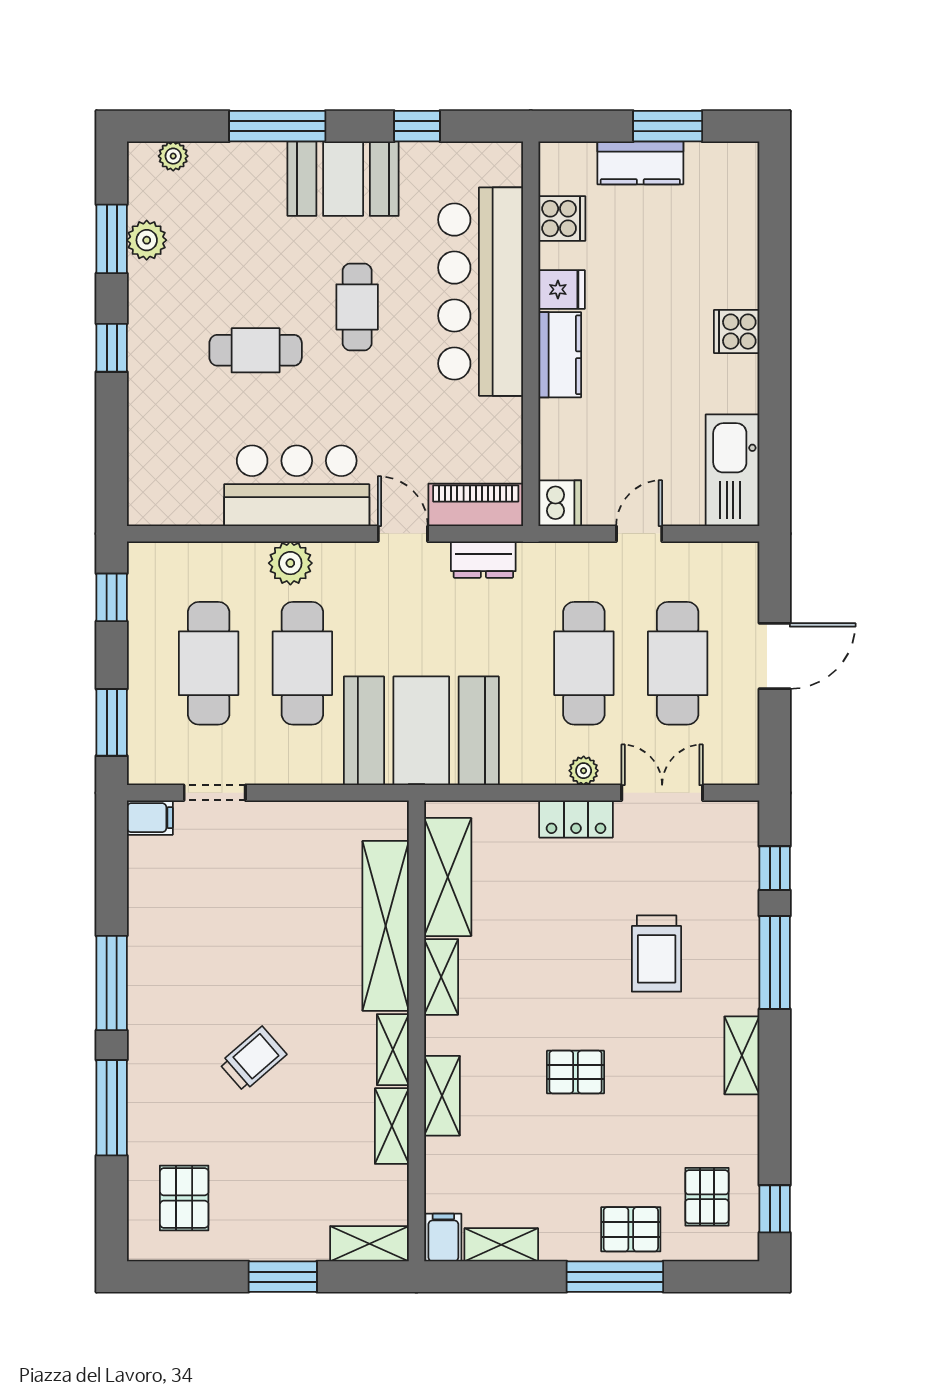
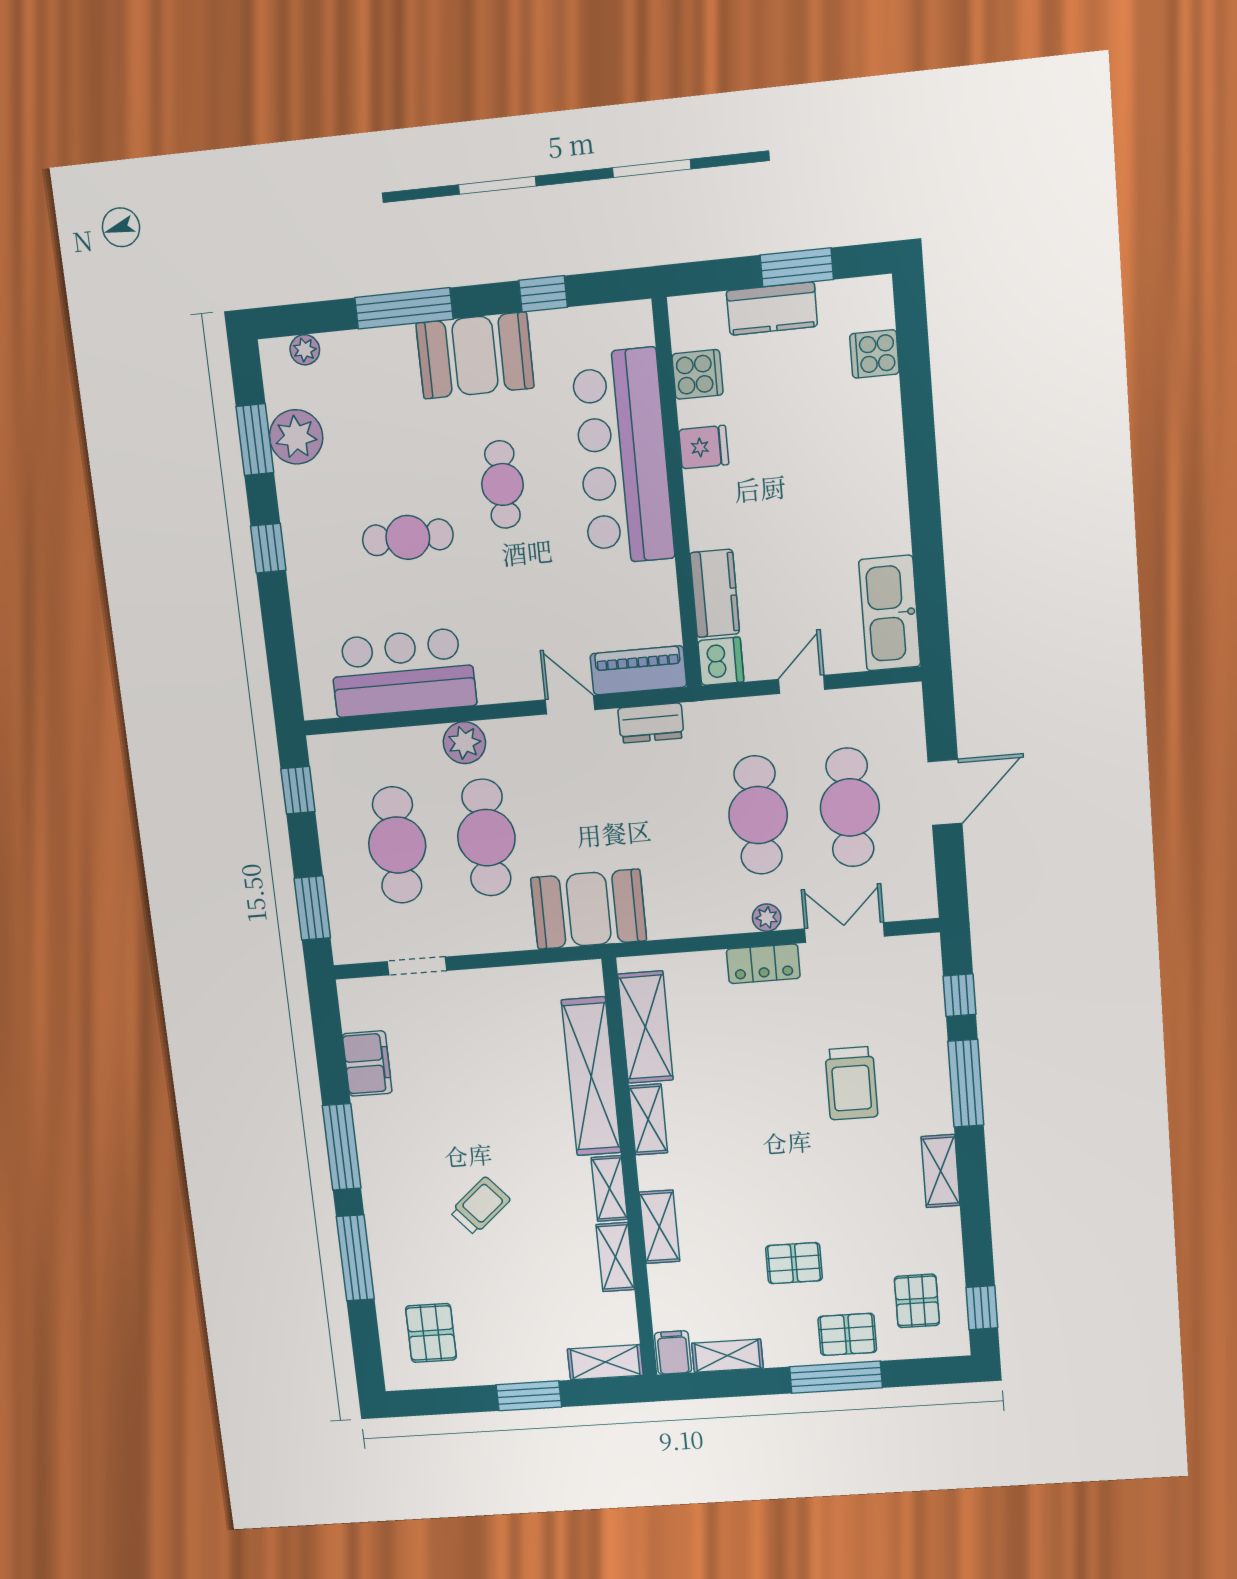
plant: (147, 240) -> (296, 437), width x1.36, depth x1.36
cooker: (737, 332) -> (874, 354), moved
kitchen counter: (560, 355) -> (715, 593), moved
bar counter: (297, 486) -> (403, 672), moved
booth: (421, 731) -> (589, 909), width x0.73, depth x0.70
filing cabinet: (150, 818) -> (367, 1063), moved, width x2.00
pallet: (576, 1072) -> (794, 1263), moved

